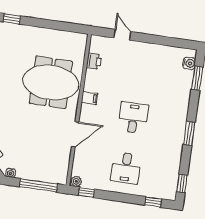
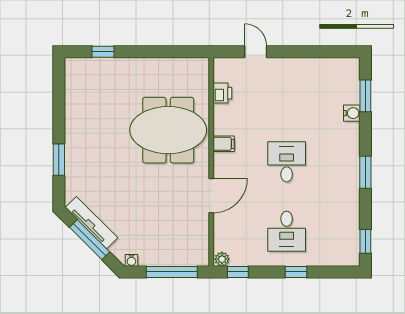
water cooler: (189, 63) -> (352, 113), moved
window: (153, 202) -> (296, 272), moved

